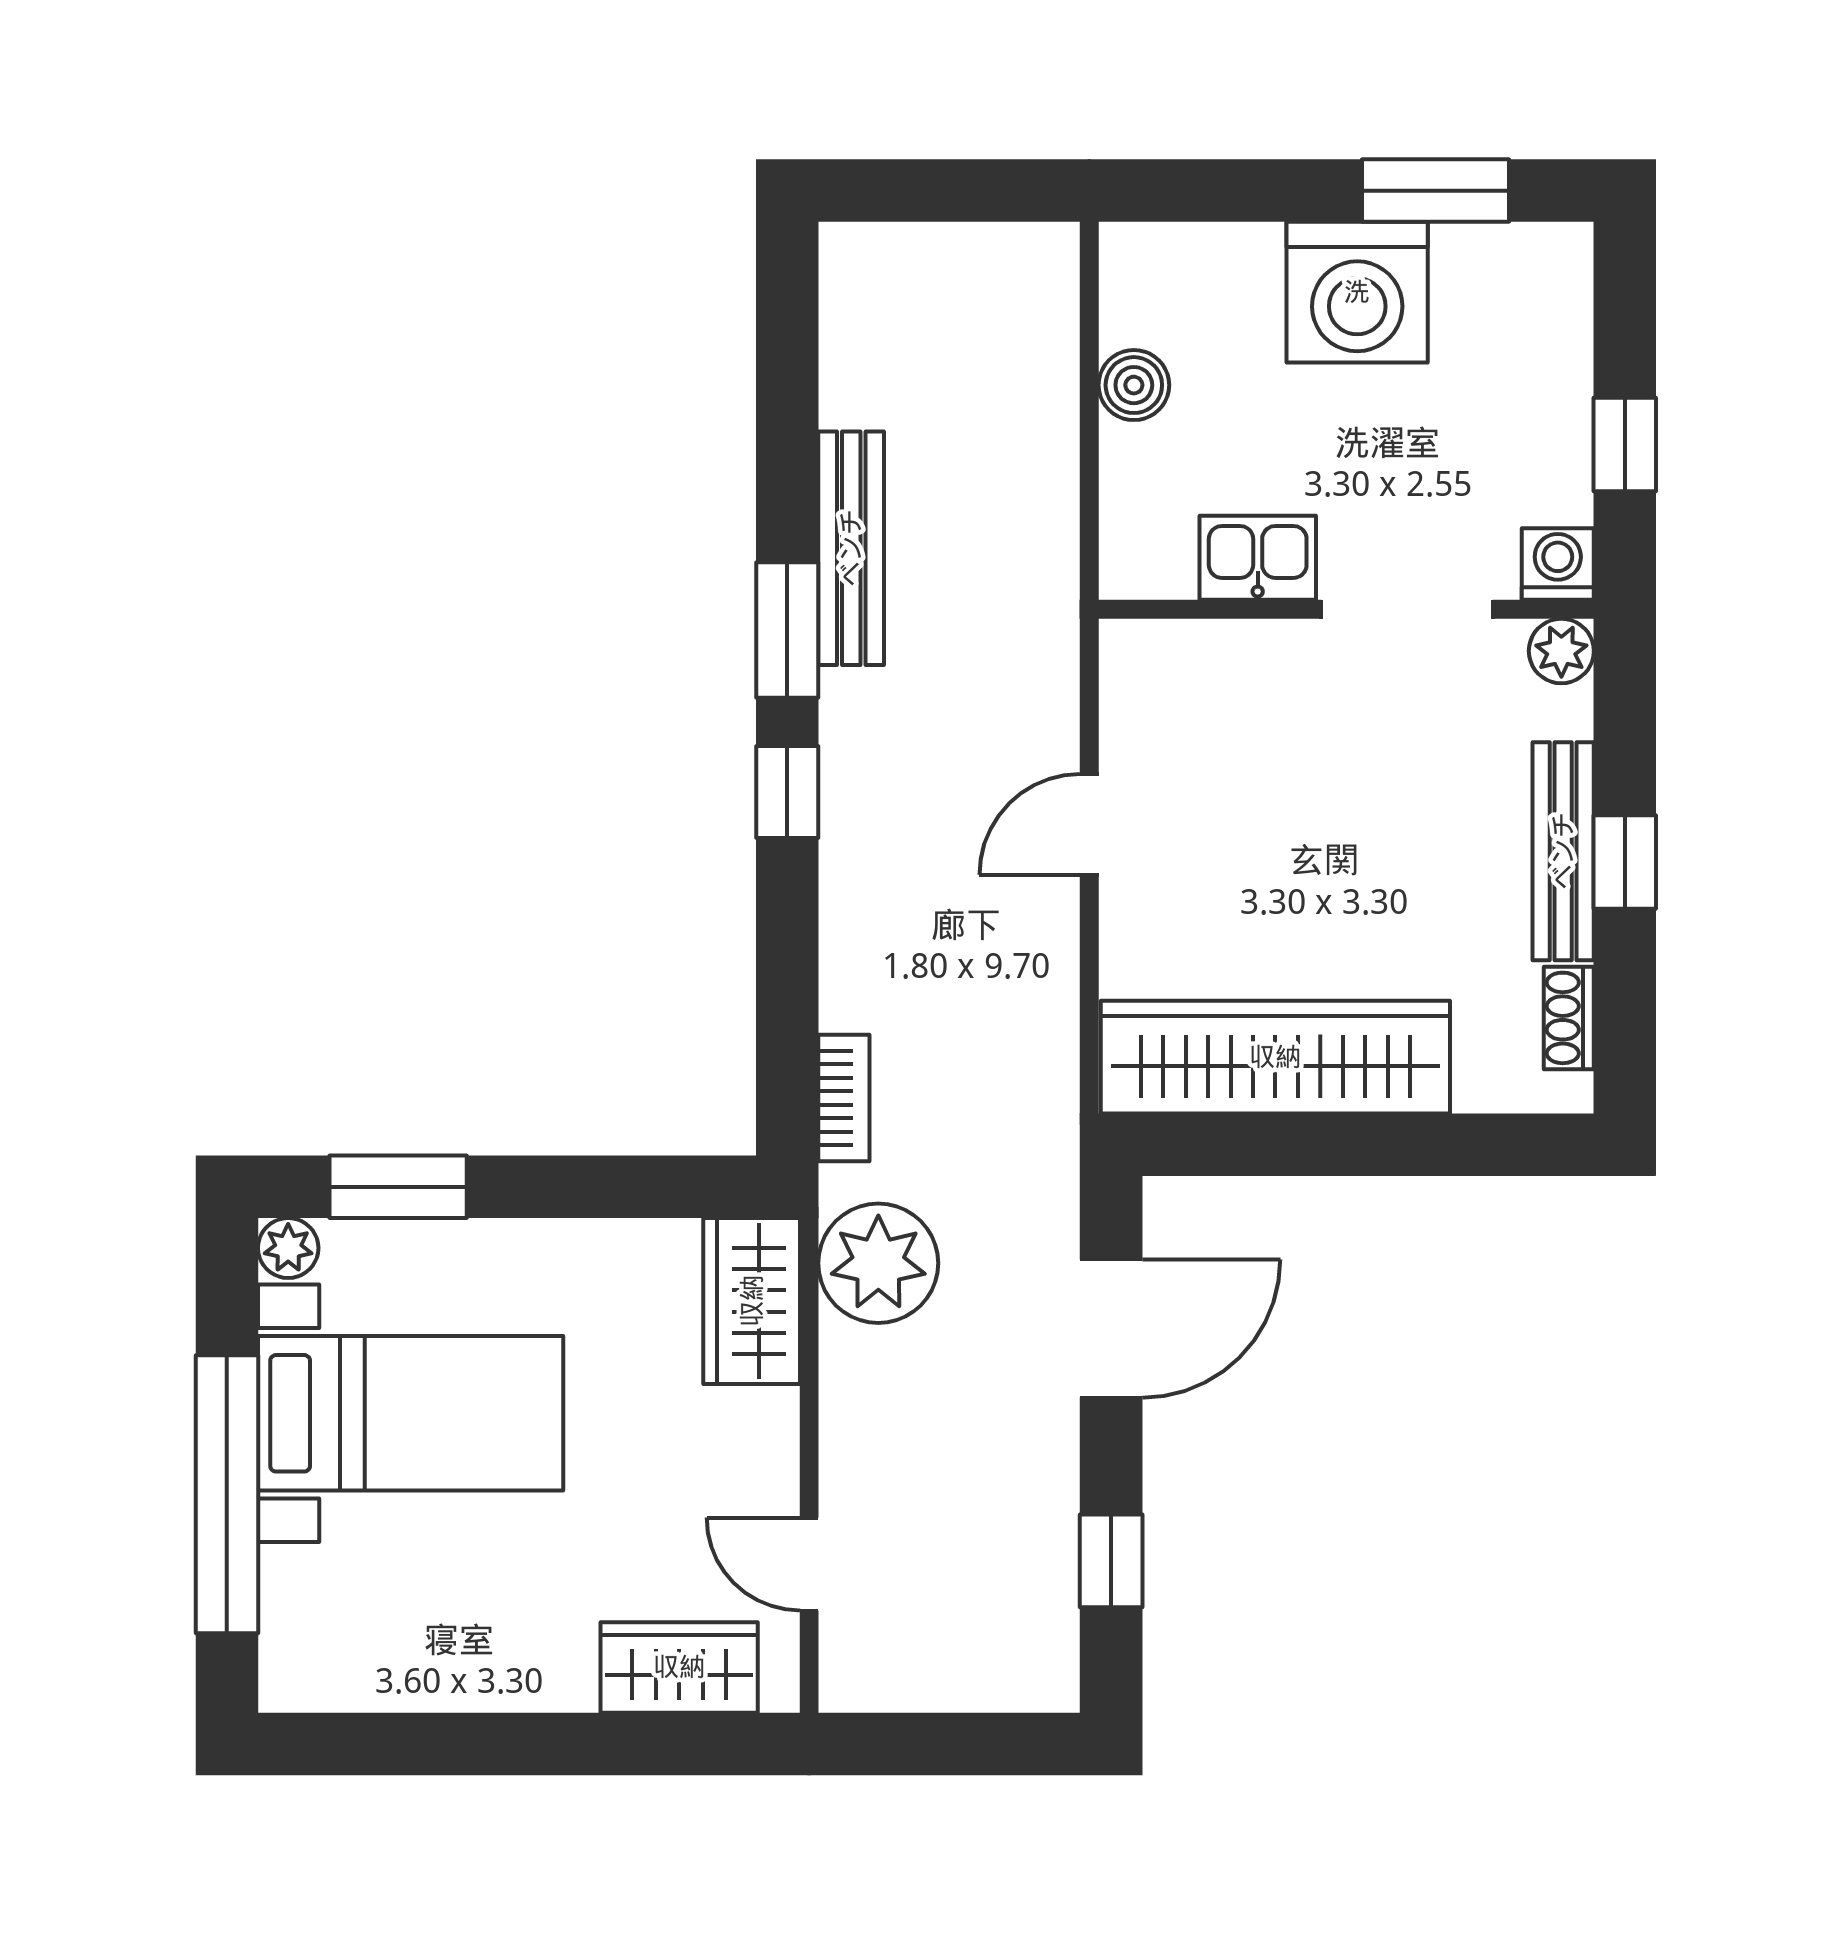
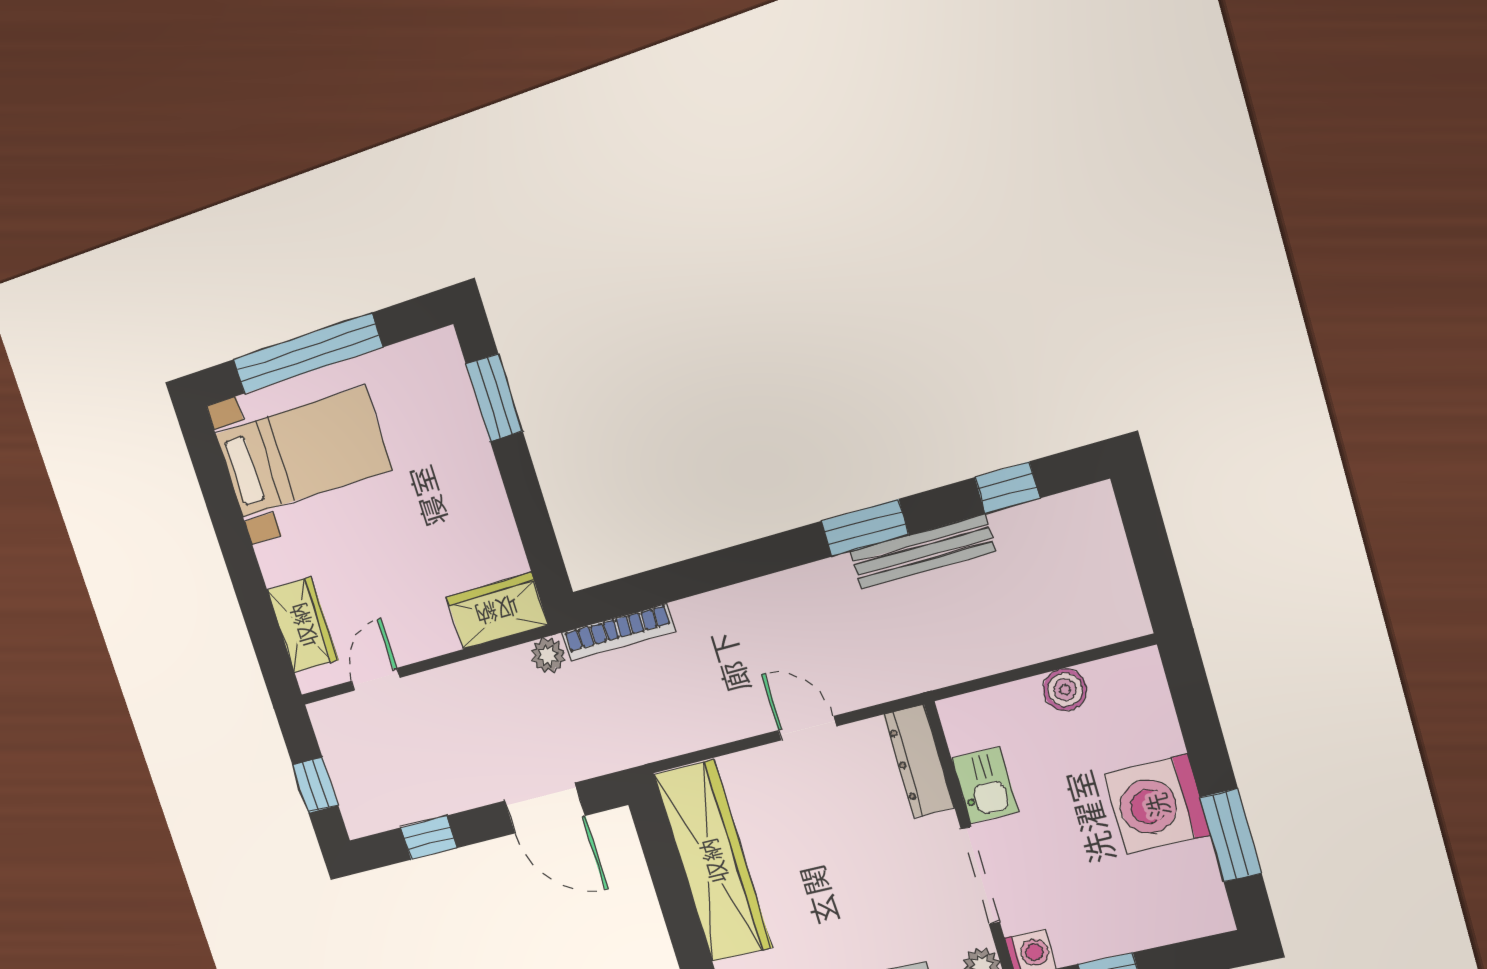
dresser: (1191, 655) -> (919, 761), added
window: (787, 792) -> (1007, 488), moved
bookcase: (844, 1098) -> (618, 632), width x1.56
plant: (288, 1248) -> (443, 346), removed
plant: (878, 1263) -> (548, 655), width x0.53, depth x0.53
bed with nightstands: (411, 1413) -> (303, 452), moved, turned -90
window: (965, 1744) -> (315, 785), added

